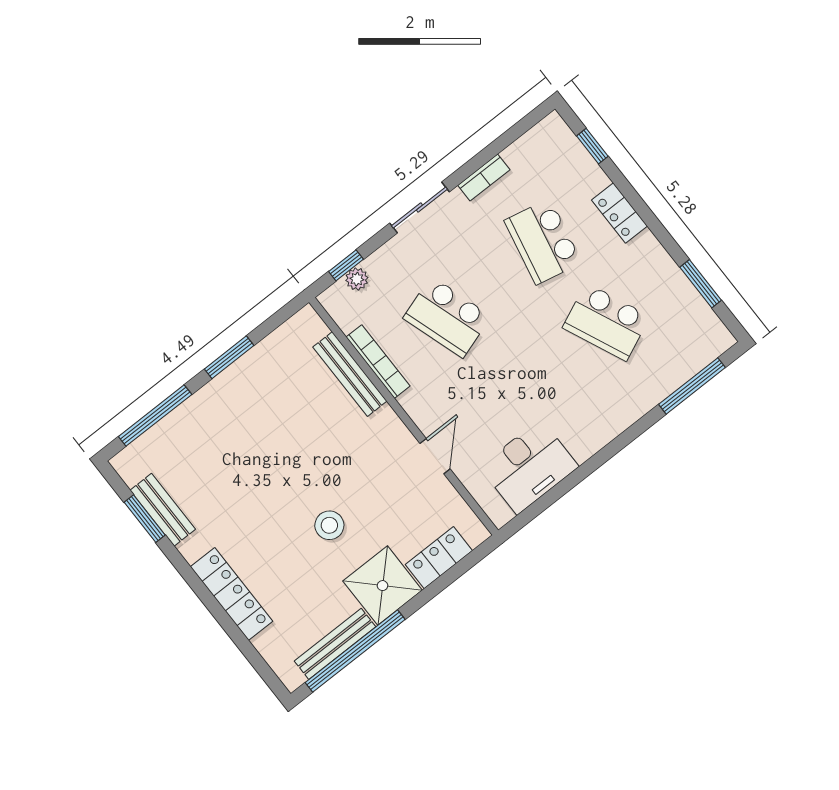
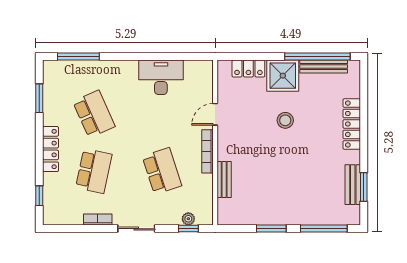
locker: (619, 213) -> (51, 149), width x1.53
bookcase: (378, 362) -> (208, 151), moved
bench: (350, 374) -> (224, 180), width x0.73
desk: (529, 467) -> (161, 77), moved

